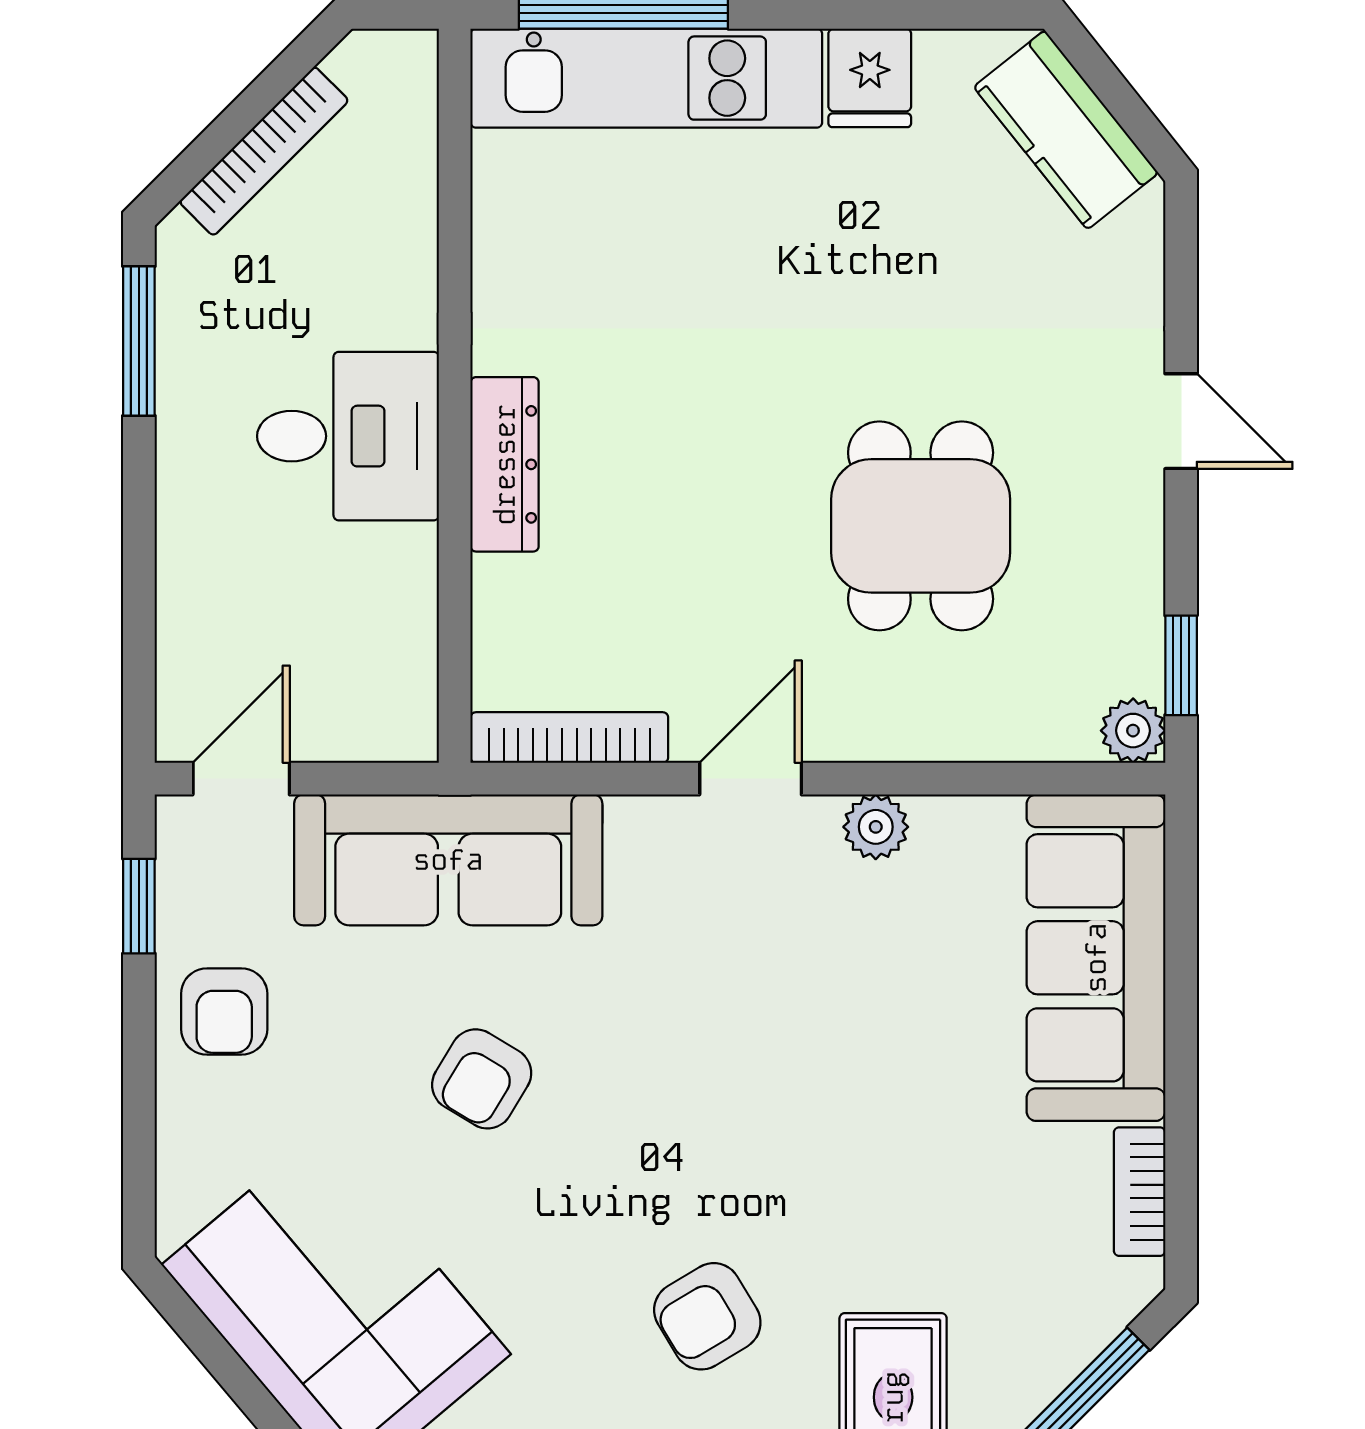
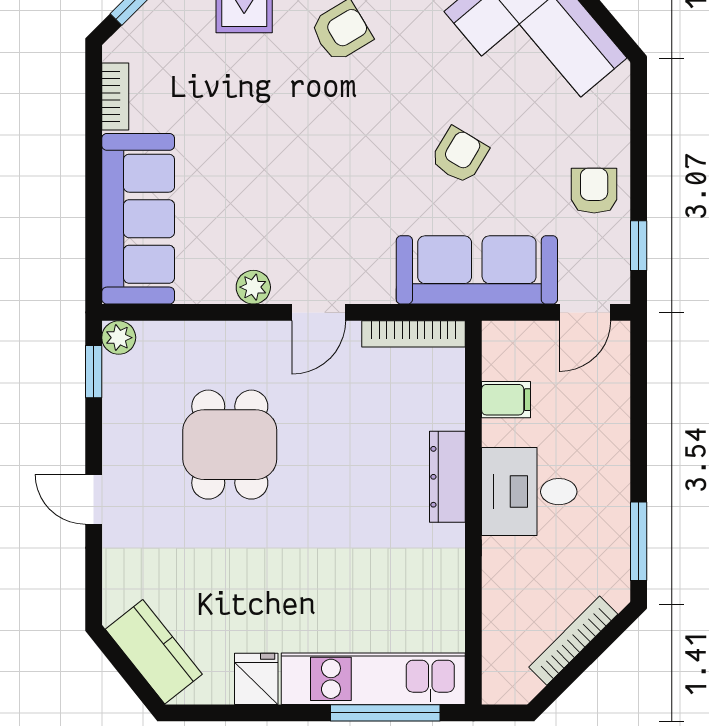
filing cabinet: (392, 612) -> (506, 400), added

